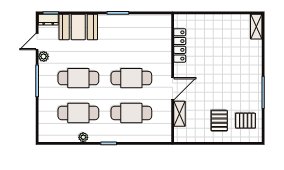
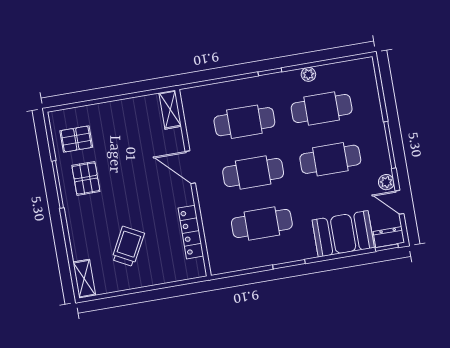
door: (37, 42) -> (400, 202), swing flipped
cafe table: (131, 43) -> (262, 223), added
trolley: (223, 43) -> (128, 246), added
door: (173, 89) -> (190, 167), hinge flipped
shelving: (180, 114) -> (170, 110), moved
pallet: (219, 121) -> (86, 178), moved

